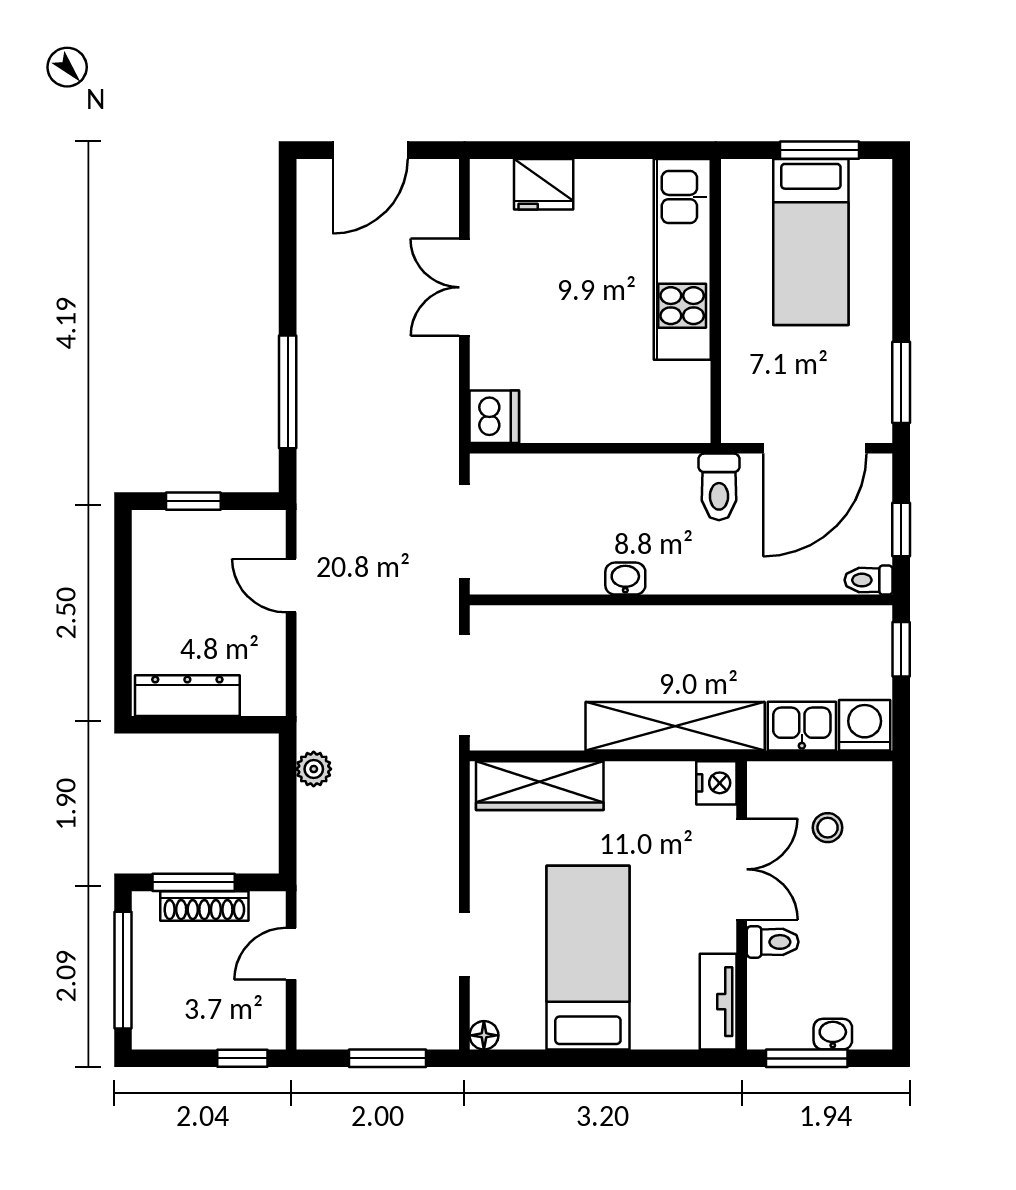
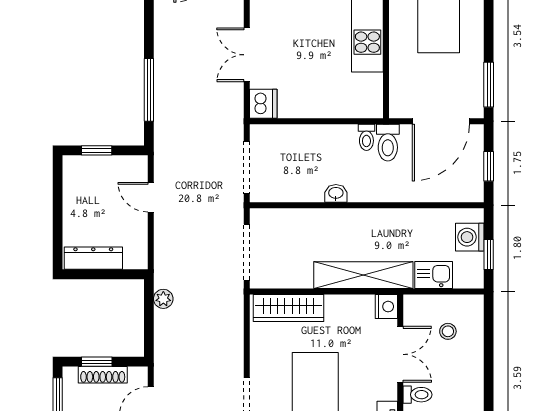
double door: (464, 287) -> (247, 55), moved
toilet: (869, 580) -> (366, 137), moved, turned -90
window: (901, 649) -> (489, 255), moved
washing machine: (865, 725) -> (470, 237), moved, turned -90
window: (194, 882) -> (97, 362), width x0.67

